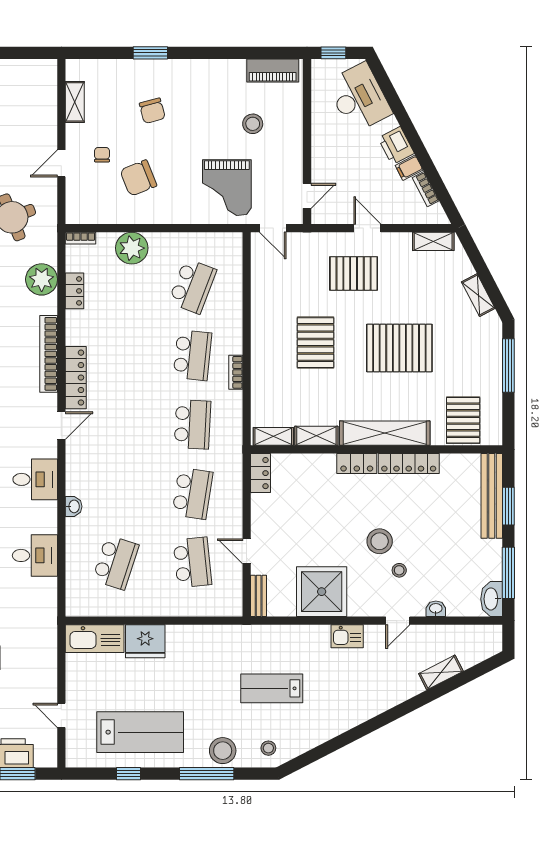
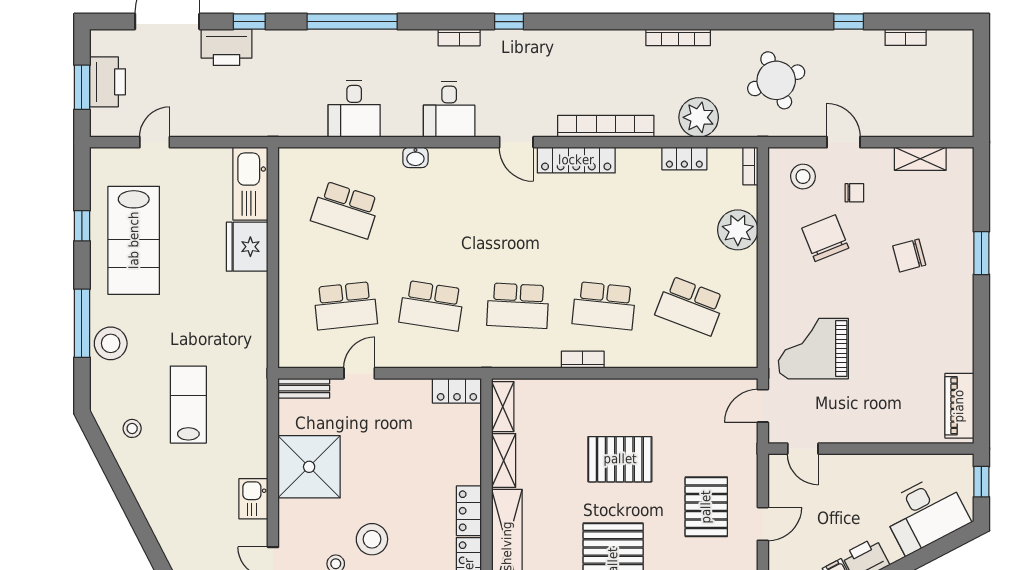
stool: (253, 124) -> (803, 177), moved
stool: (268, 748) -> (132, 428), moved

